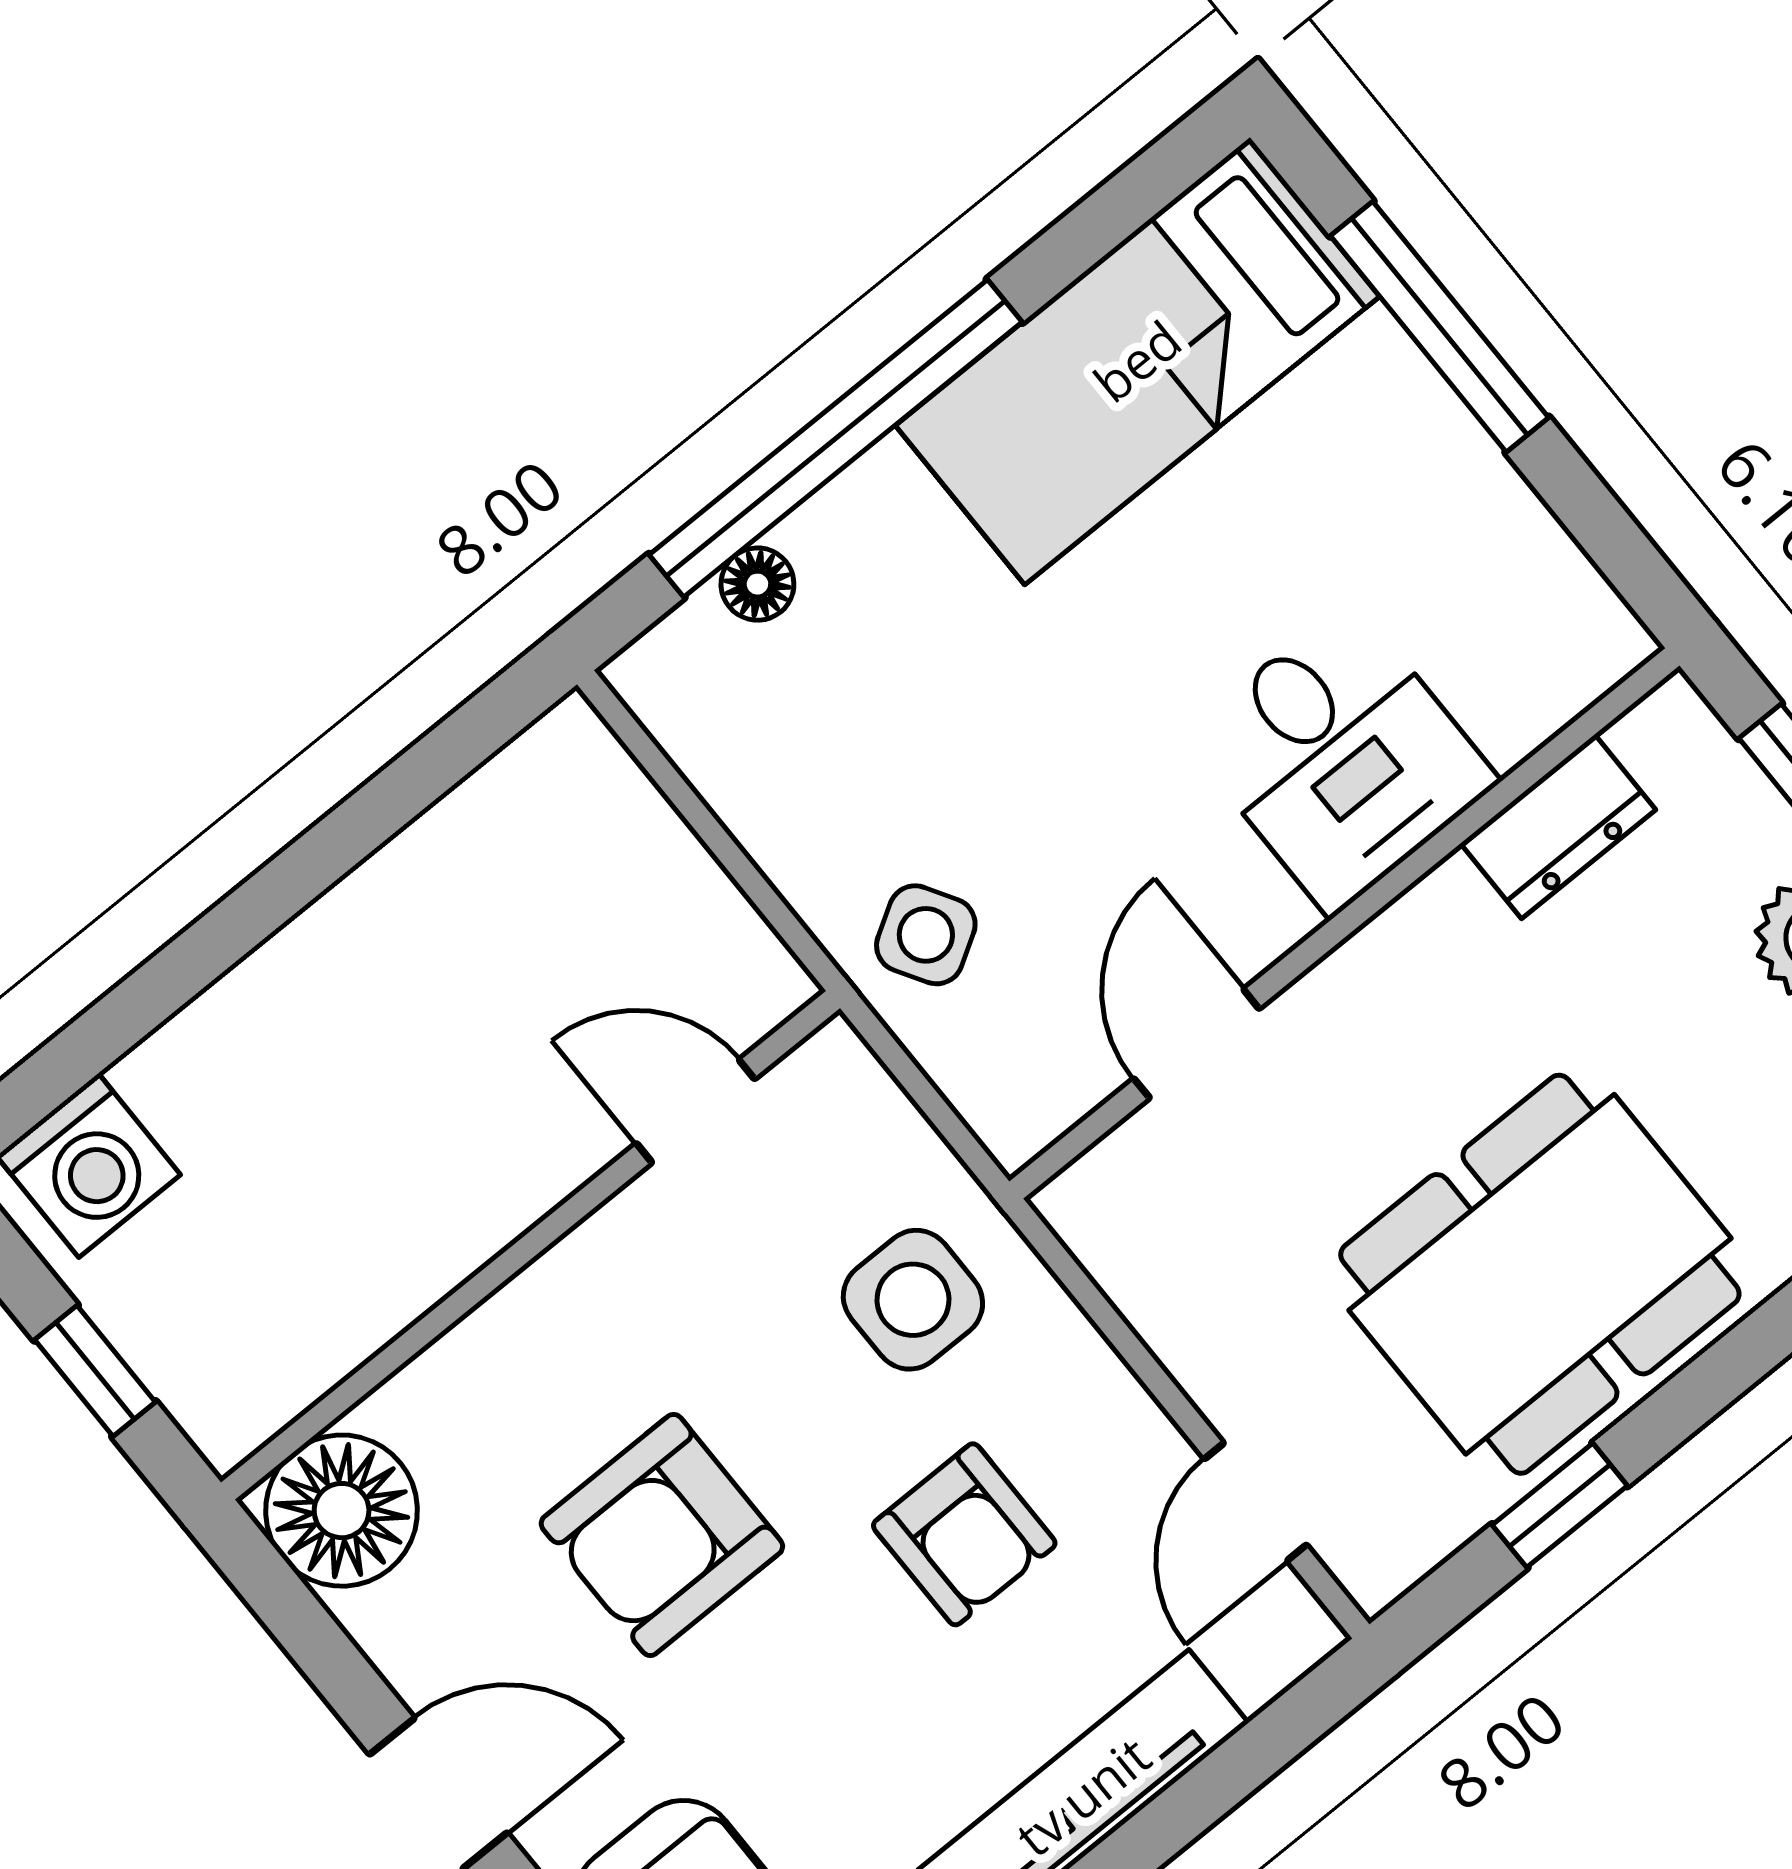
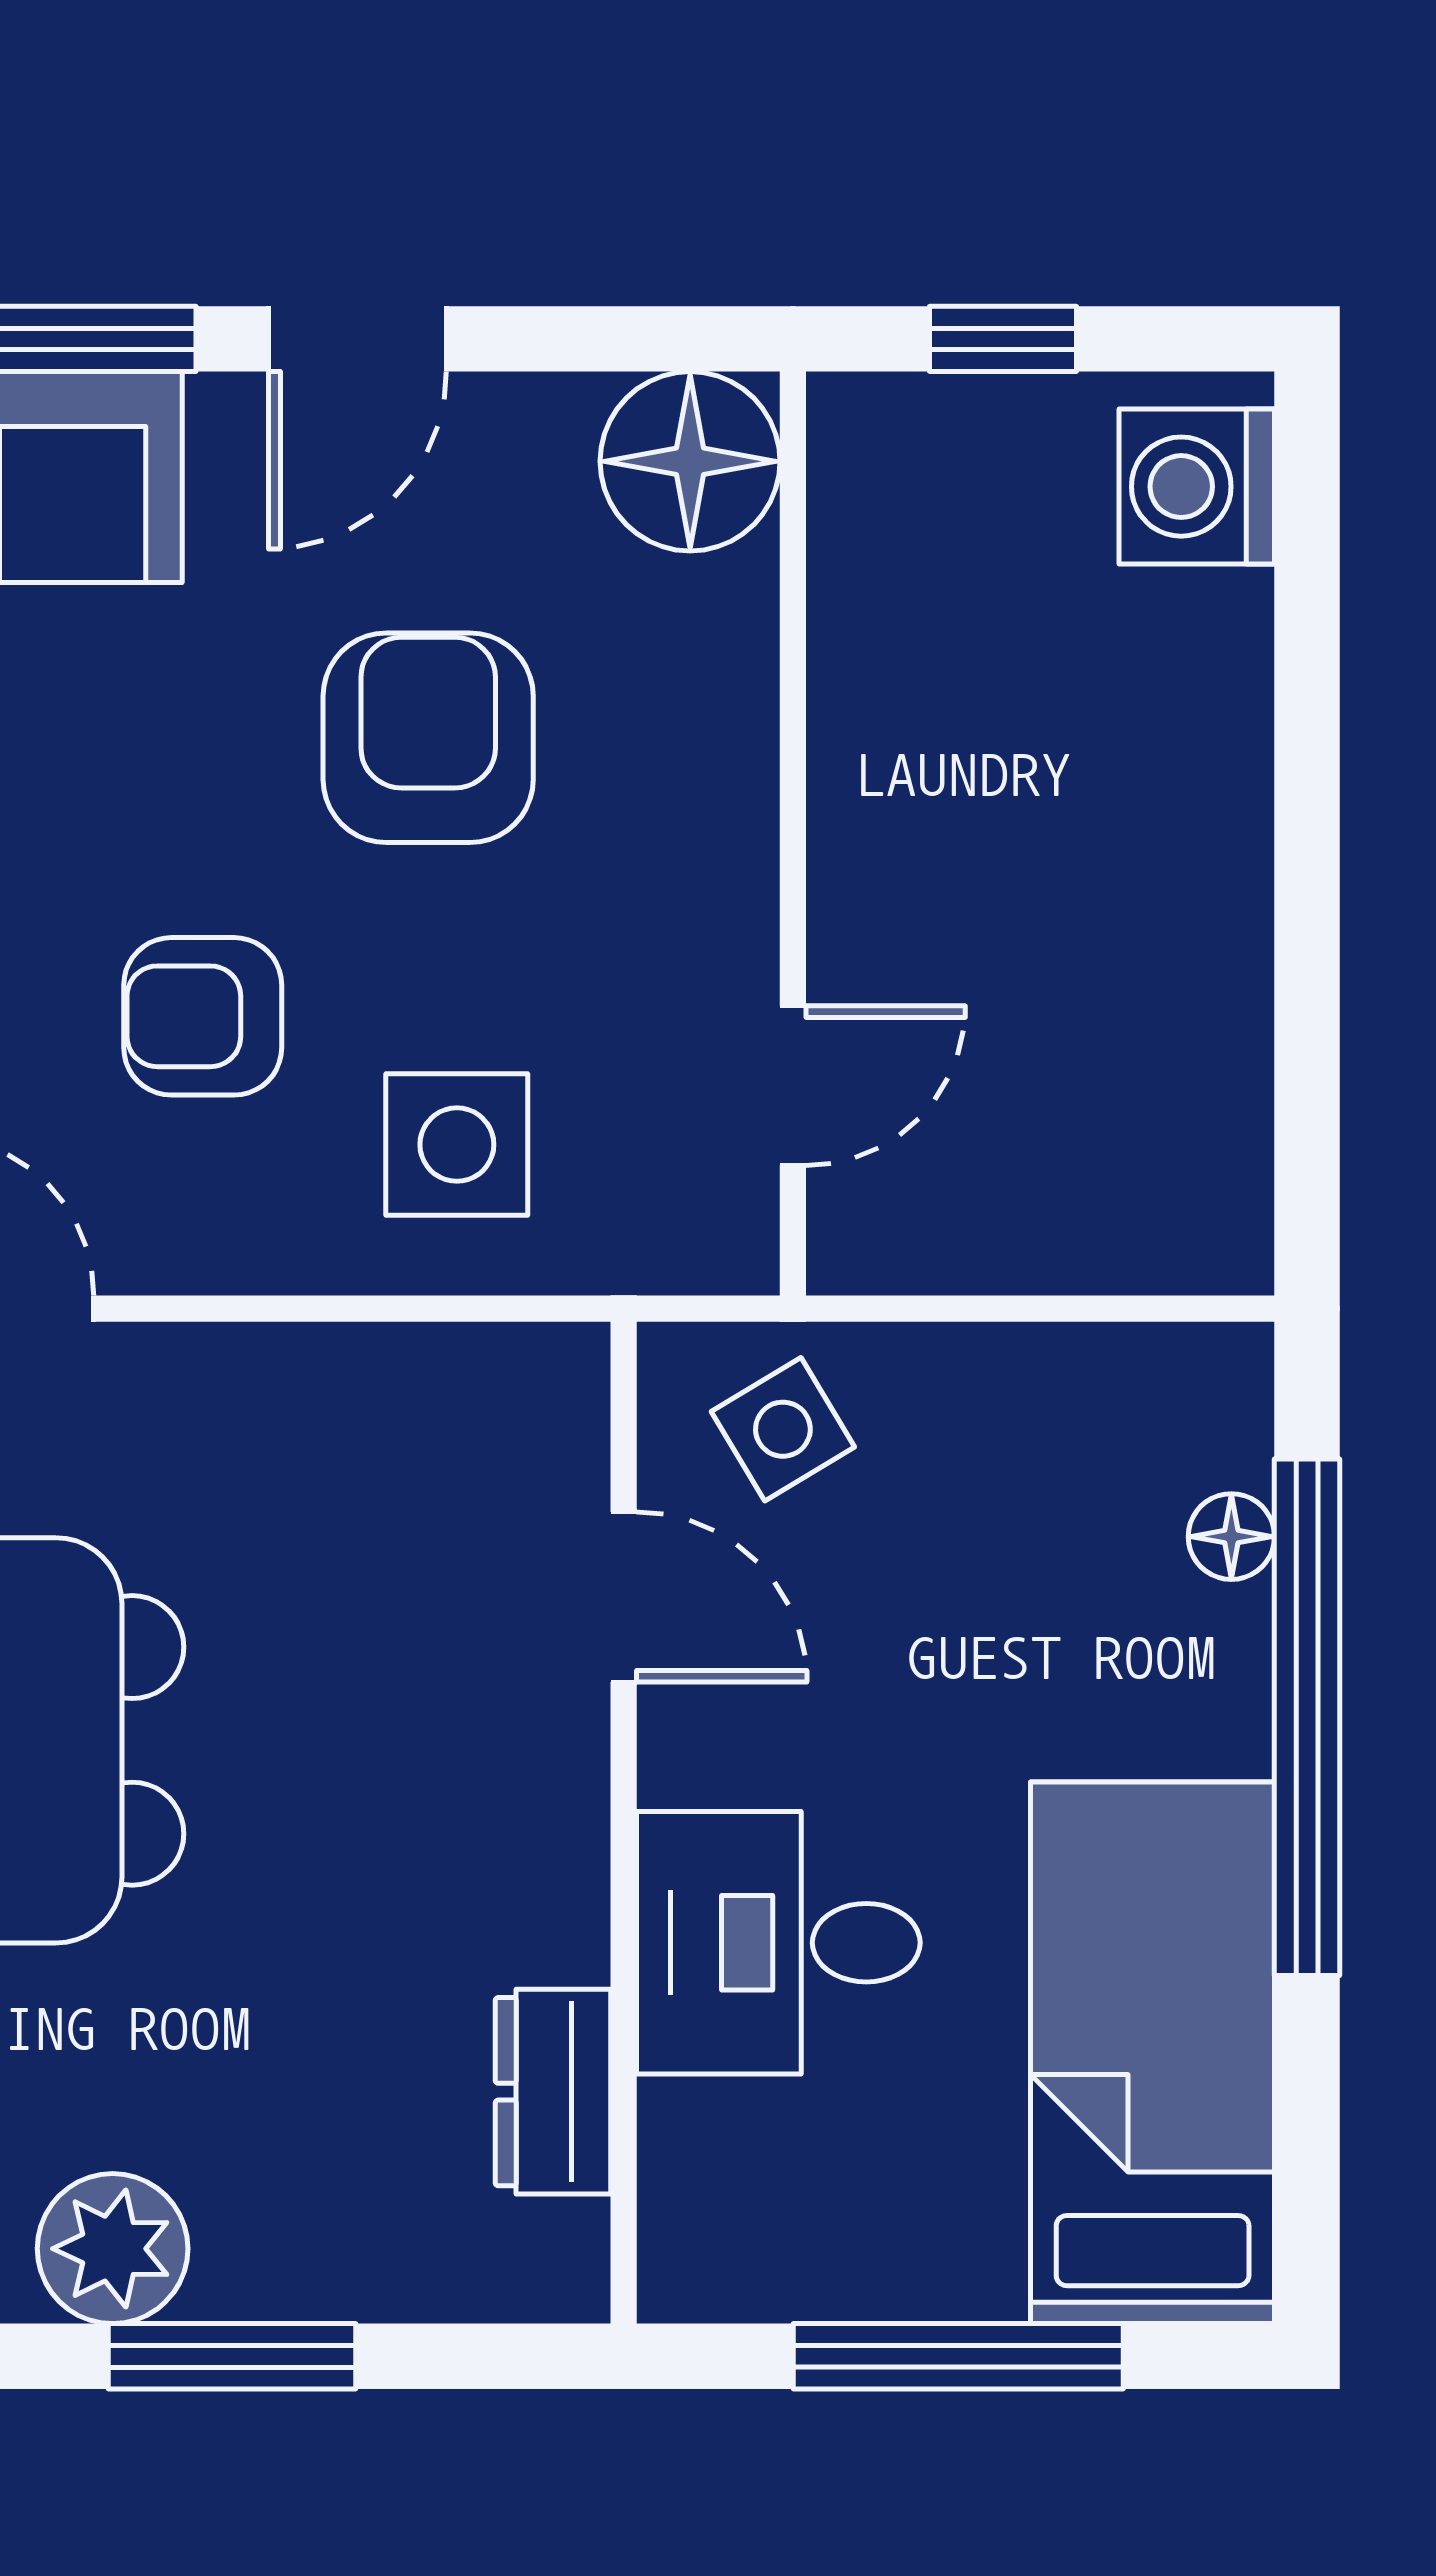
desk: (1341, 758) -> (778, 1943), moved
dresser: (1558, 827) -> (553, 2092), moved
wall: (1344, 923) -> (624, 1823), moved
door: (1197, 1044) -> (624, 1597), moved

